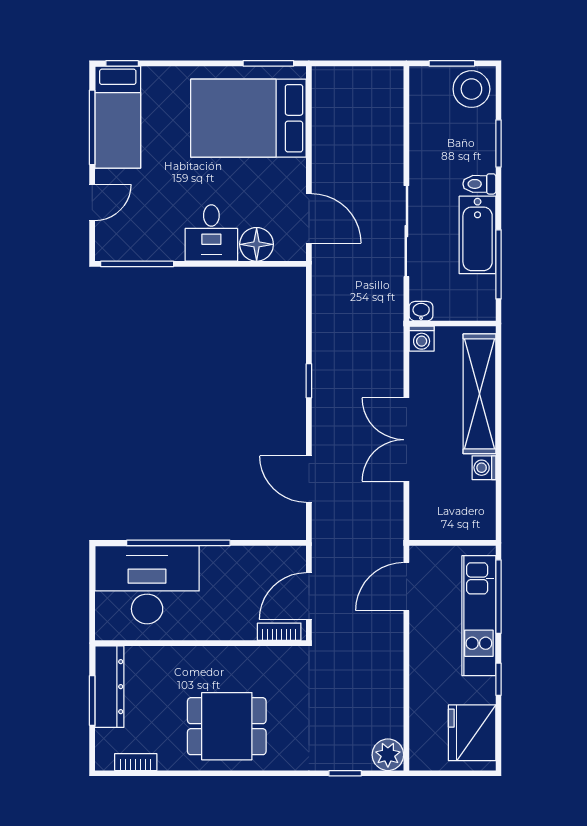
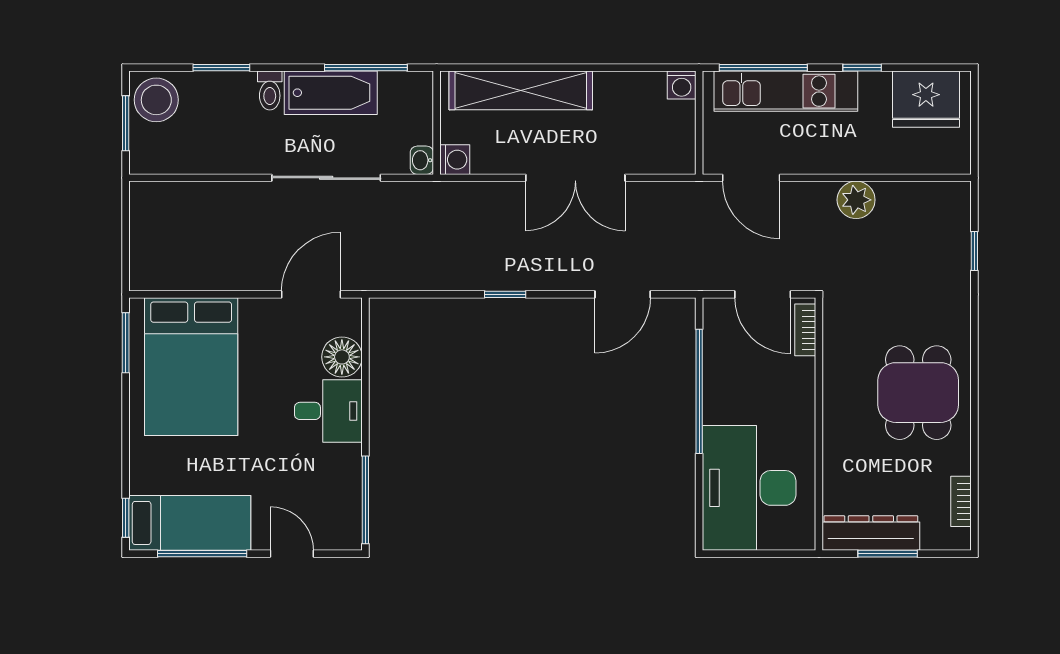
washing machine: (484, 468) -> (682, 85), moved
window: (178, 543) -> (699, 391), moved
plant: (388, 755) -> (856, 200), moved

